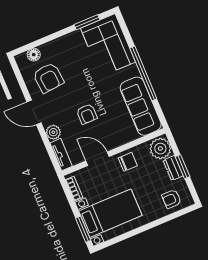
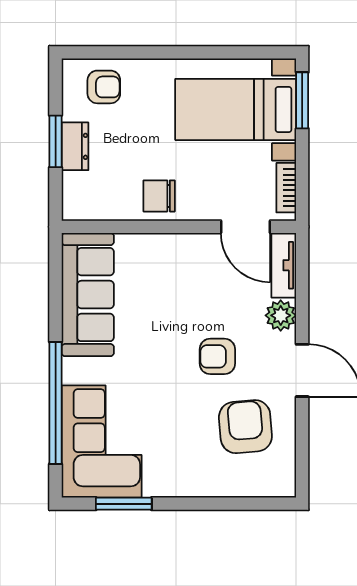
floor lamp: (34, 55) -> (255, 484), removed
window: (143, 73) -> (56, 403), moved
armchair: (87, 114) -> (217, 356), moved, turned -90
plant: (160, 149) -> (84, 195), removed
door: (98, 159) -> (245, 227), moved

